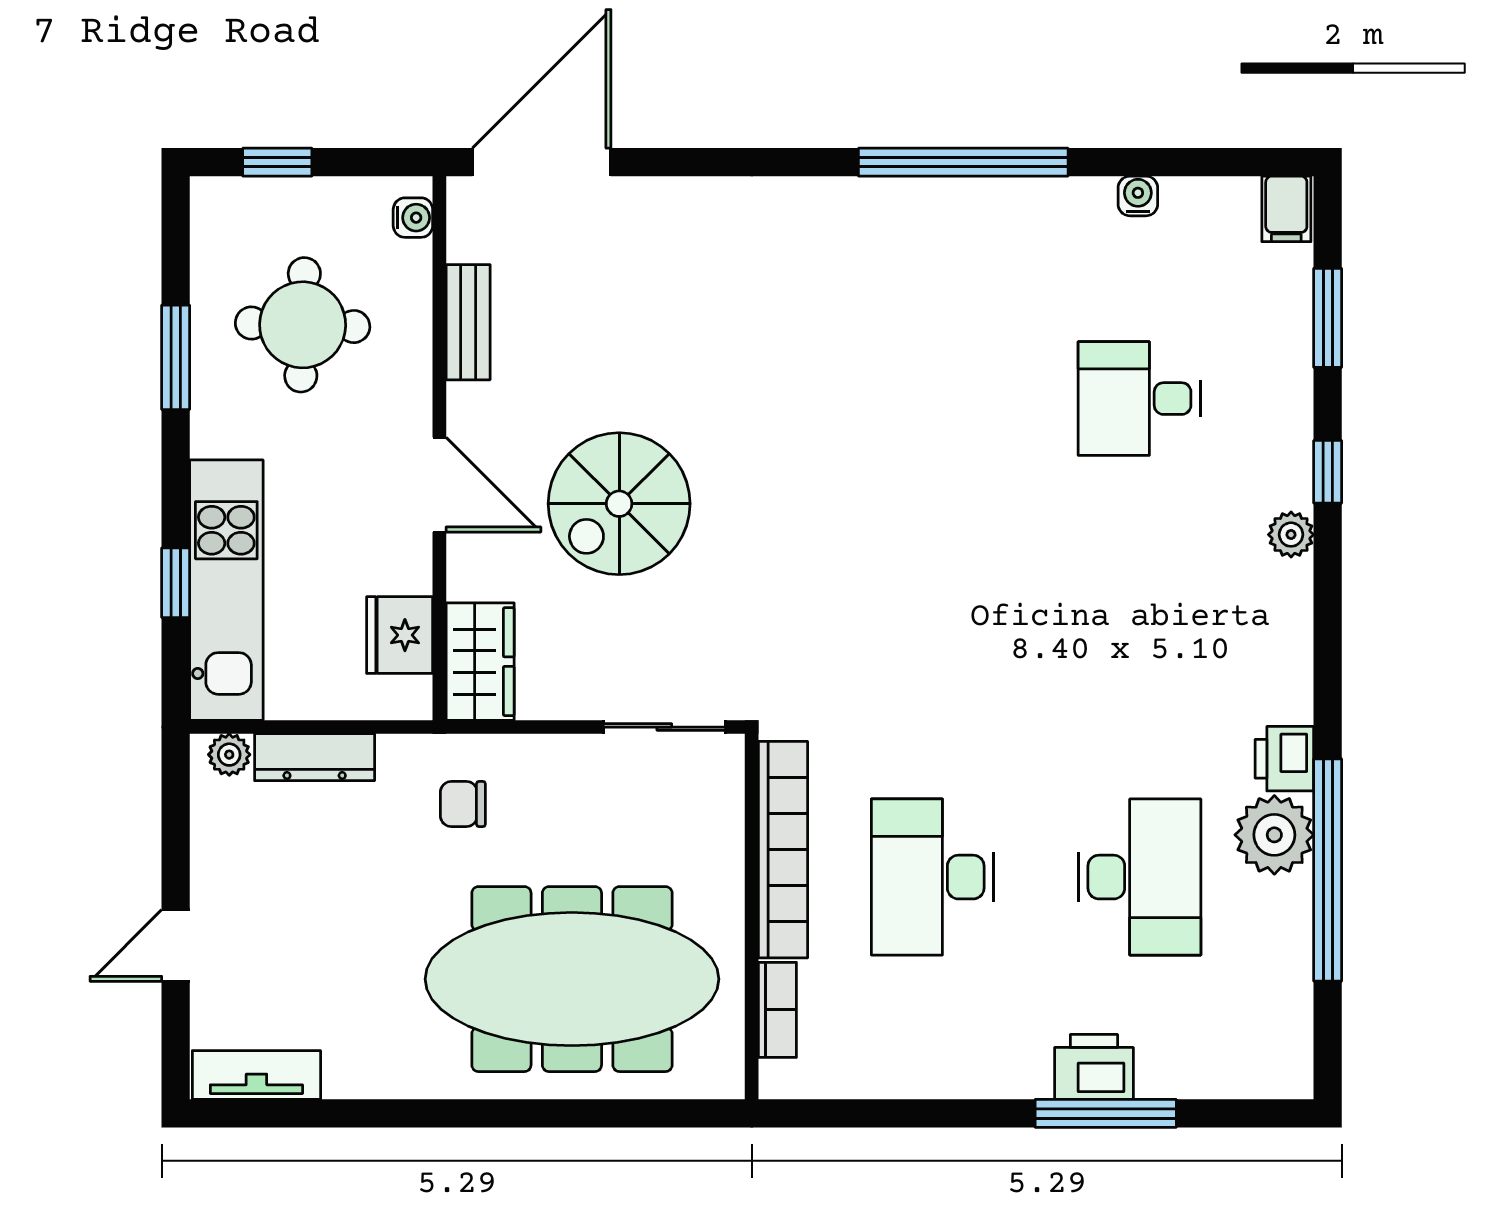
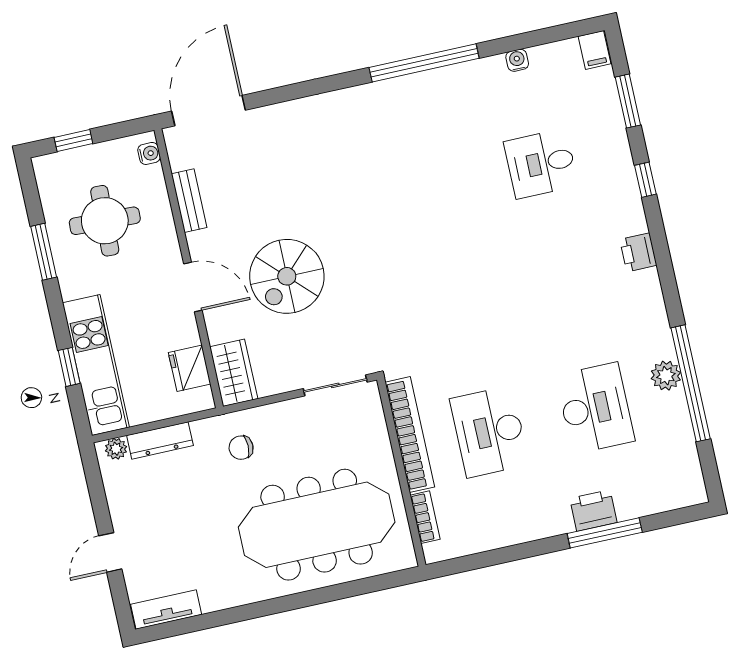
plant: (1291, 535) -> (634, 216), removed
printer: (1284, 759) -> (638, 252), moved
plant: (1274, 835) -> (666, 376), width x0.73, depth x0.73

